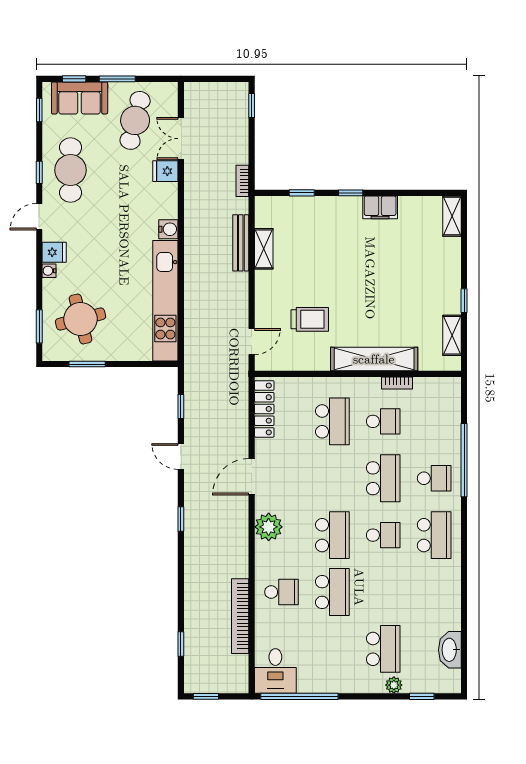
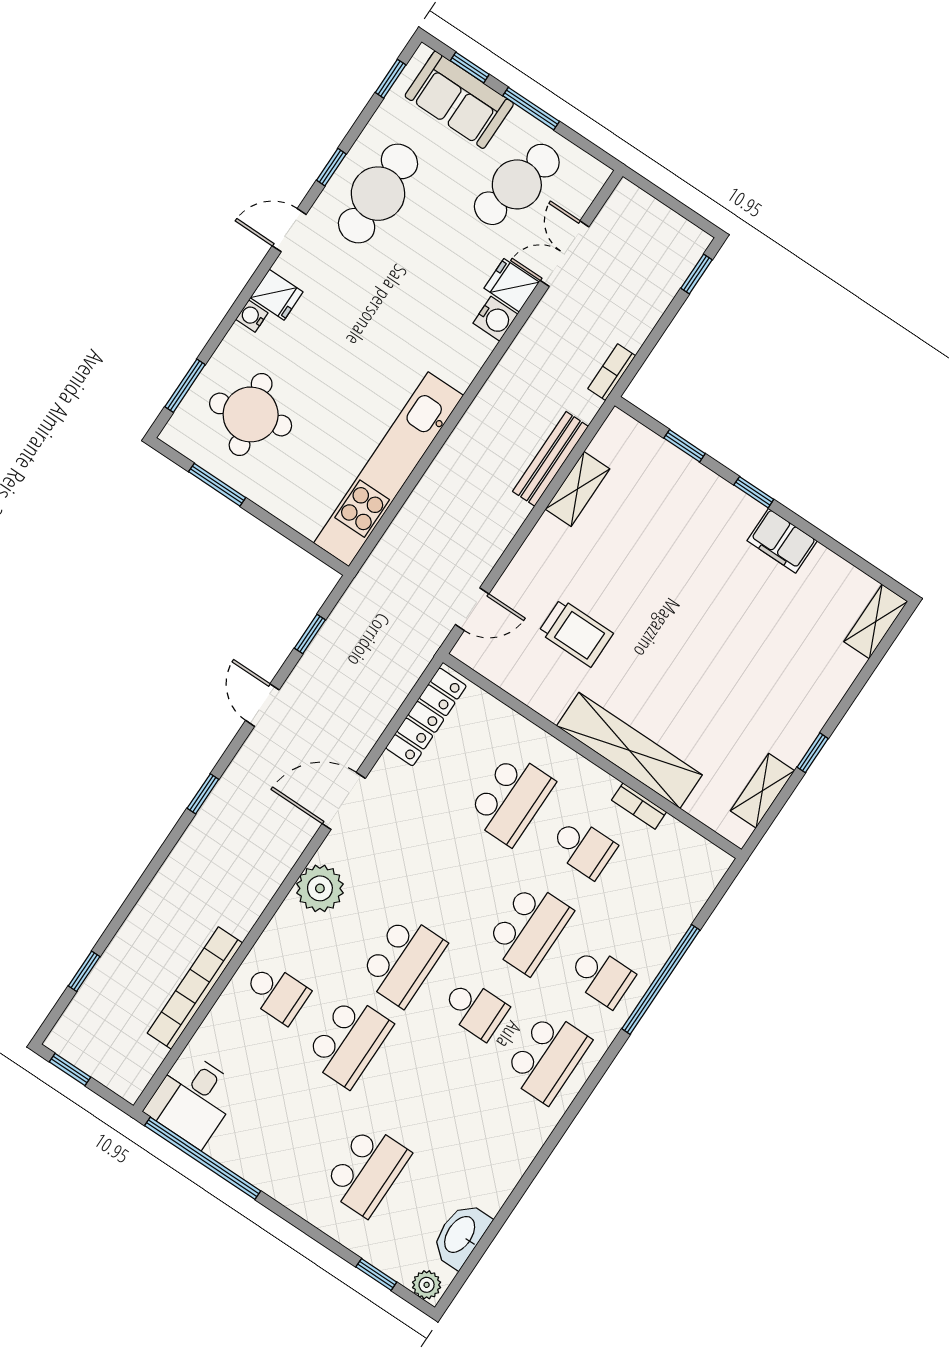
water cooler: (168, 229) -> (495, 319), moved
plant: (394, 685) -> (427, 1285), moved

